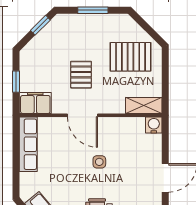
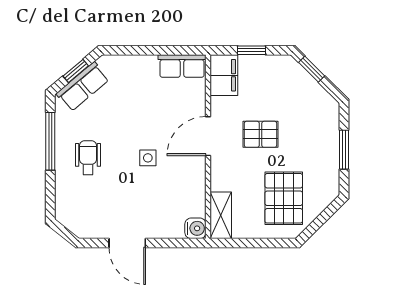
window: (40, 25) -> (312, 69), moved
row of seats: (28, 144) -> (182, 66), width x0.68

